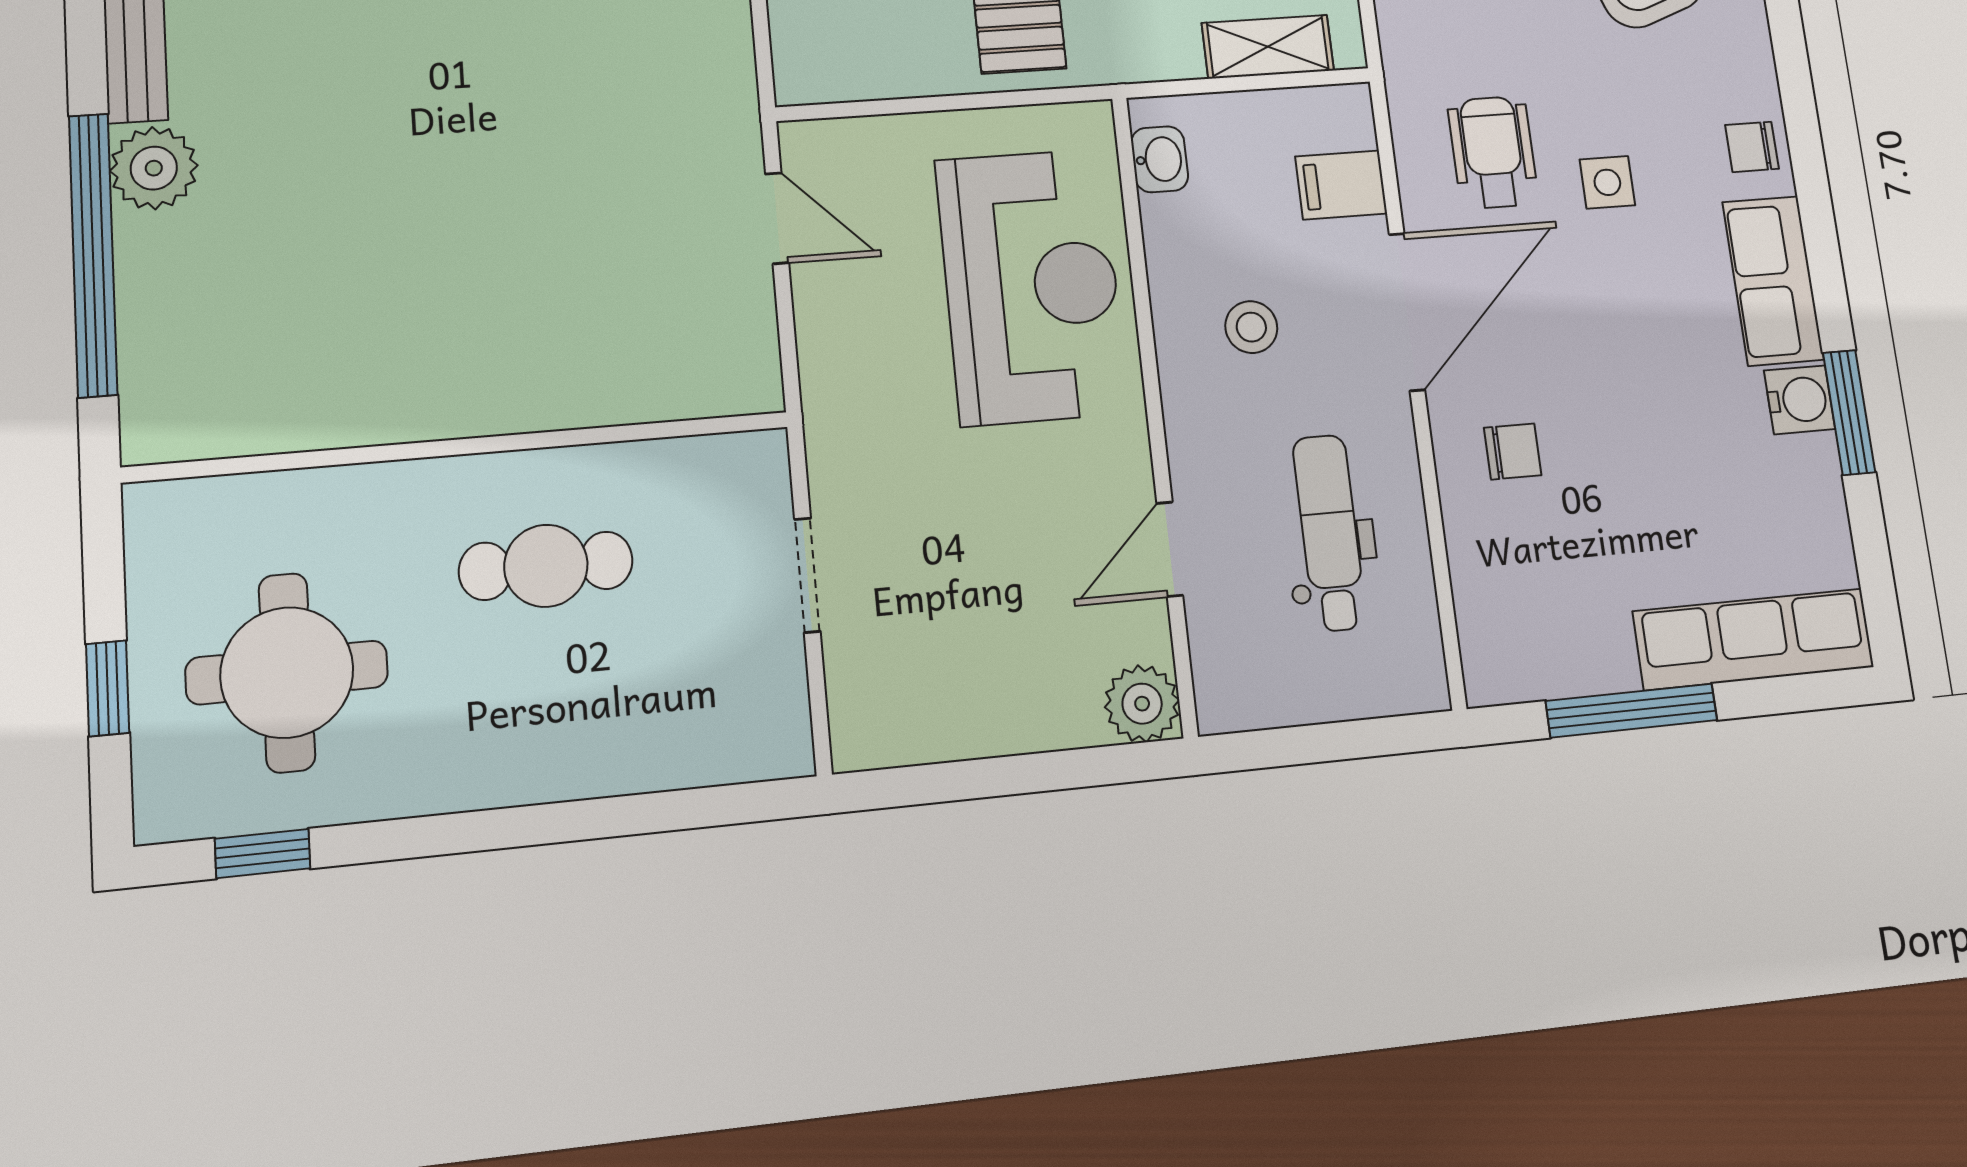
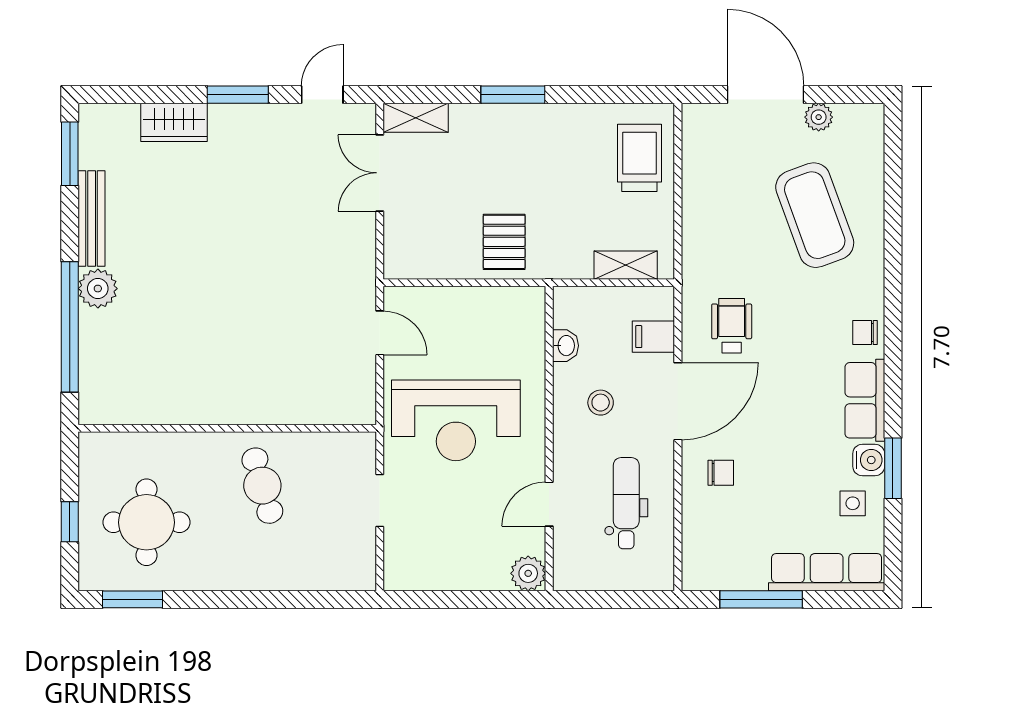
washbasin: (1160, 159) -> (565, 346), moved
side table: (1607, 182) -> (853, 503), moved
reception desk: (1032, 286) -> (456, 420), moved, turned 90
cafe table: (546, 566) -> (262, 486), turned 74
window: (263, 854) -> (133, 599), width x1.50

